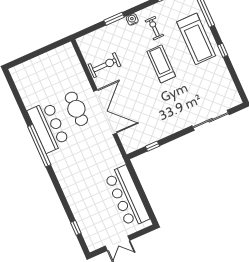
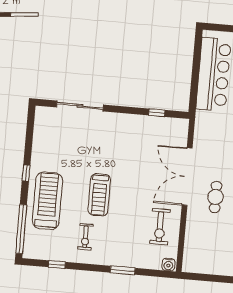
water cooler: (132, 19) -> (168, 265), moved
exercise bike: (105, 65) -> (160, 227), turned -90
cafe table: (76, 109) -> (216, 197), width x0.73, depth x0.74

